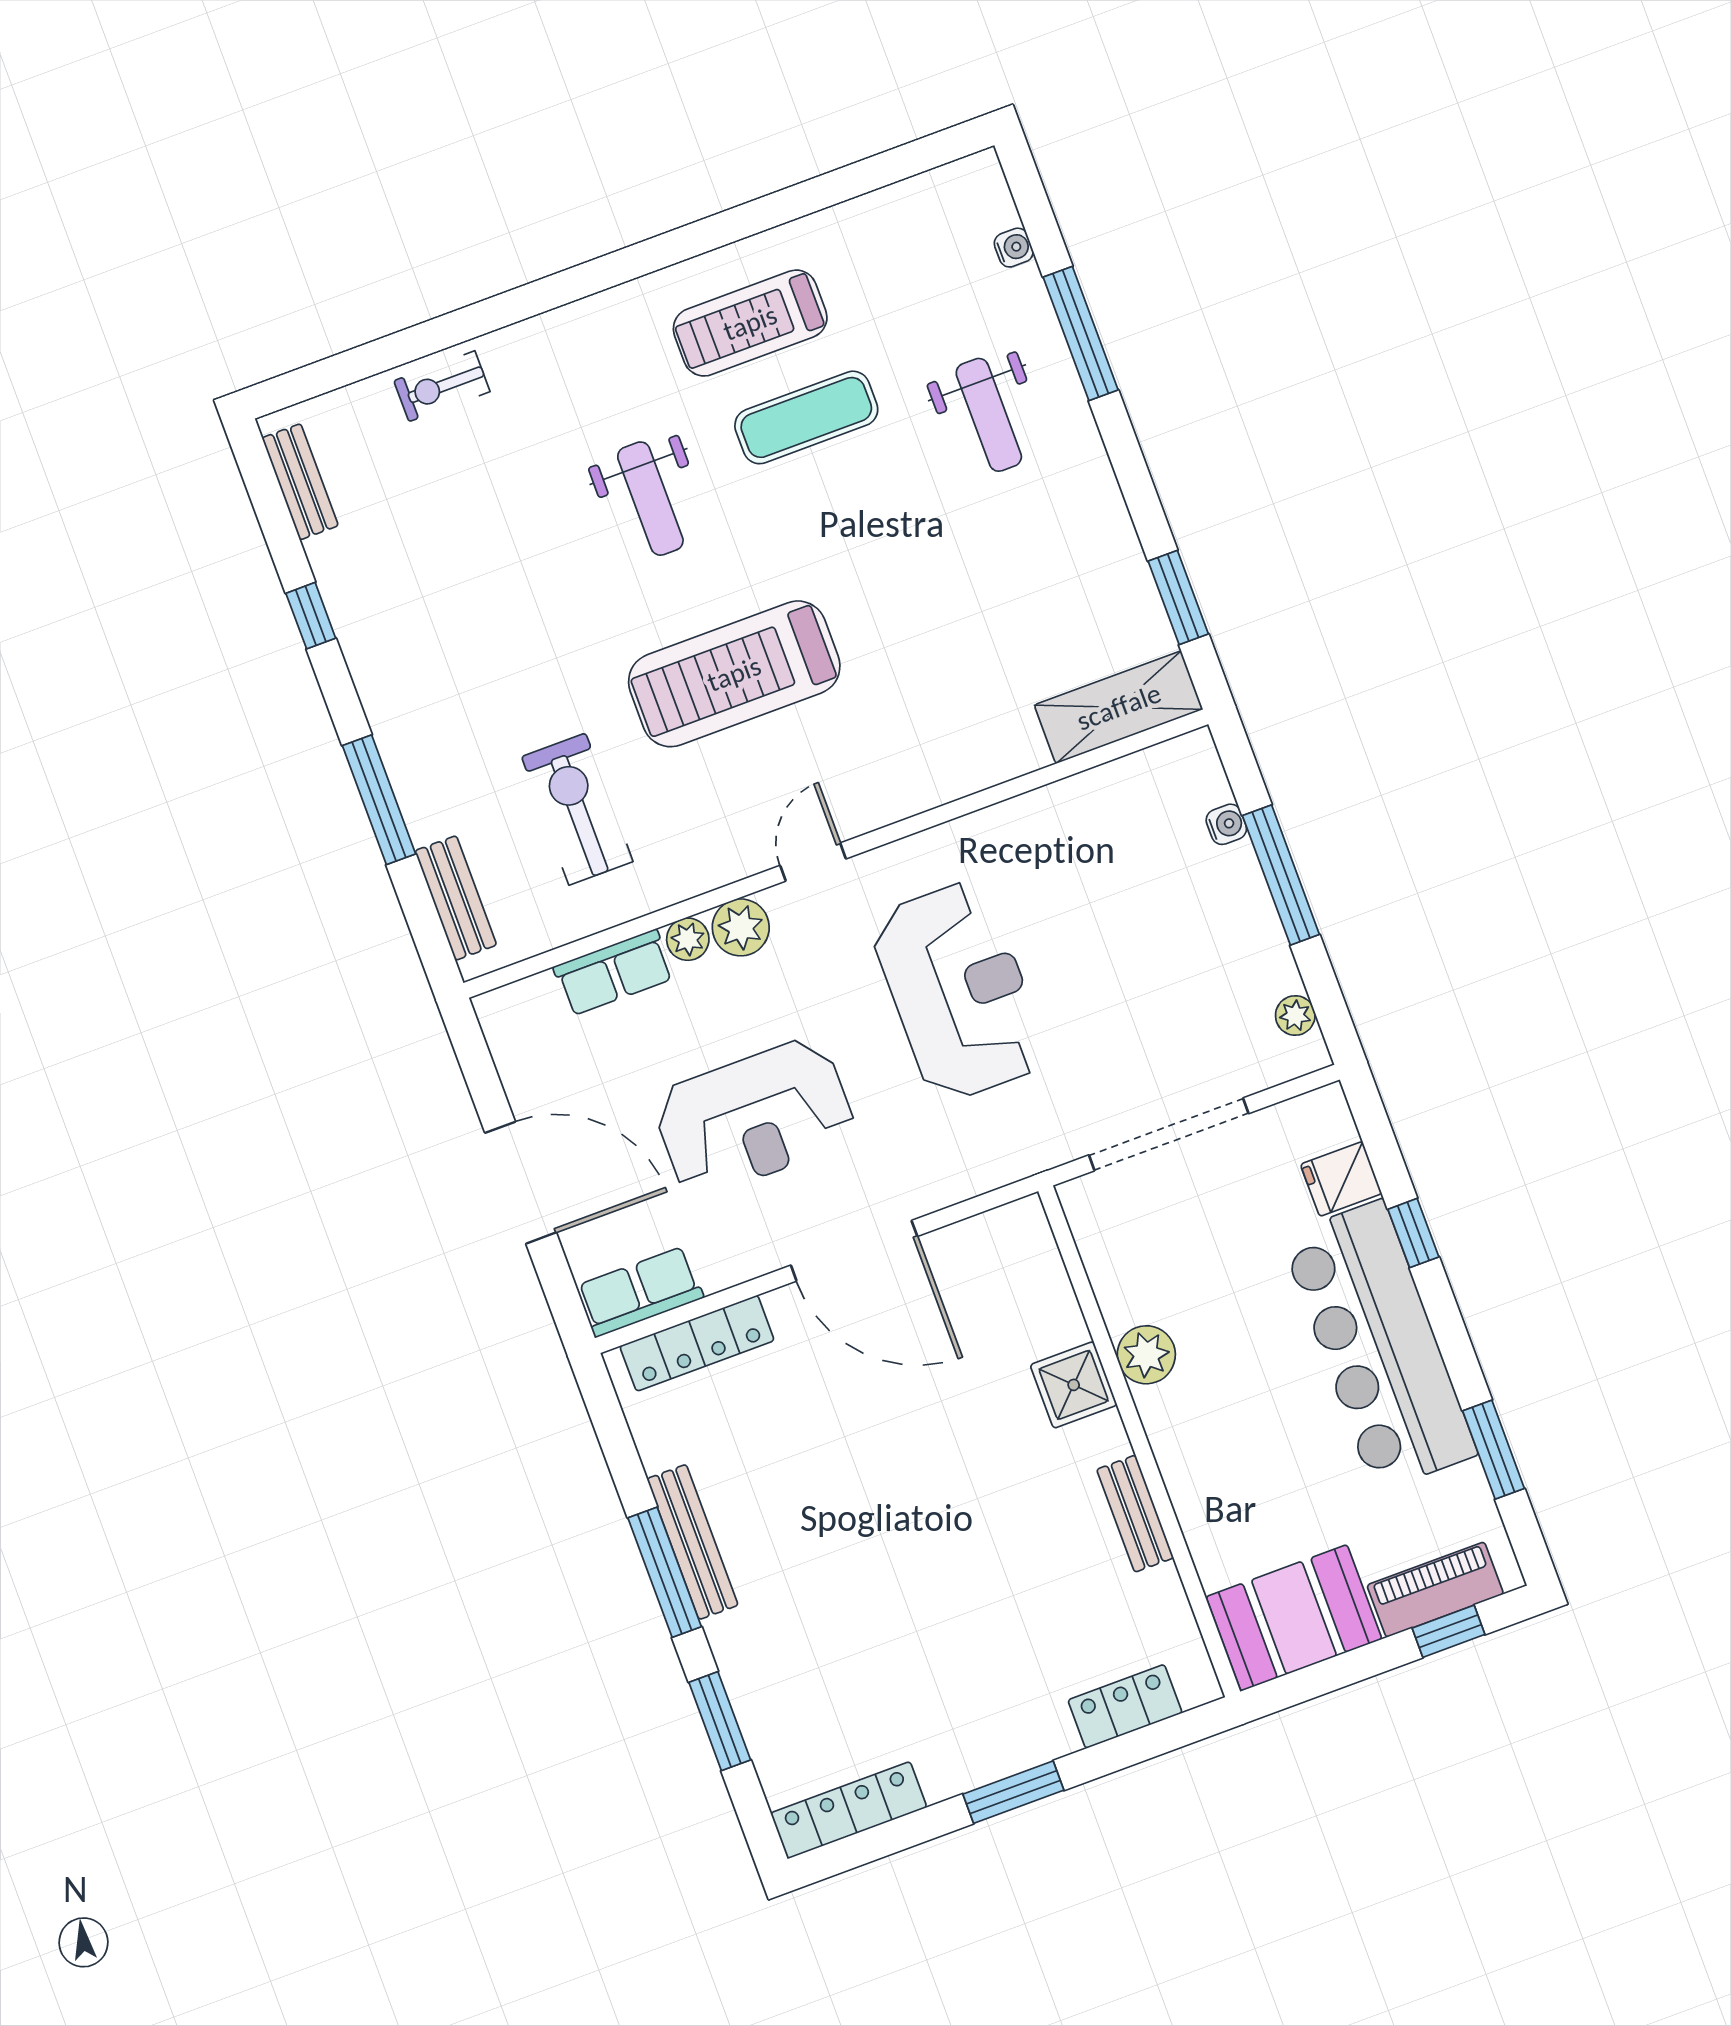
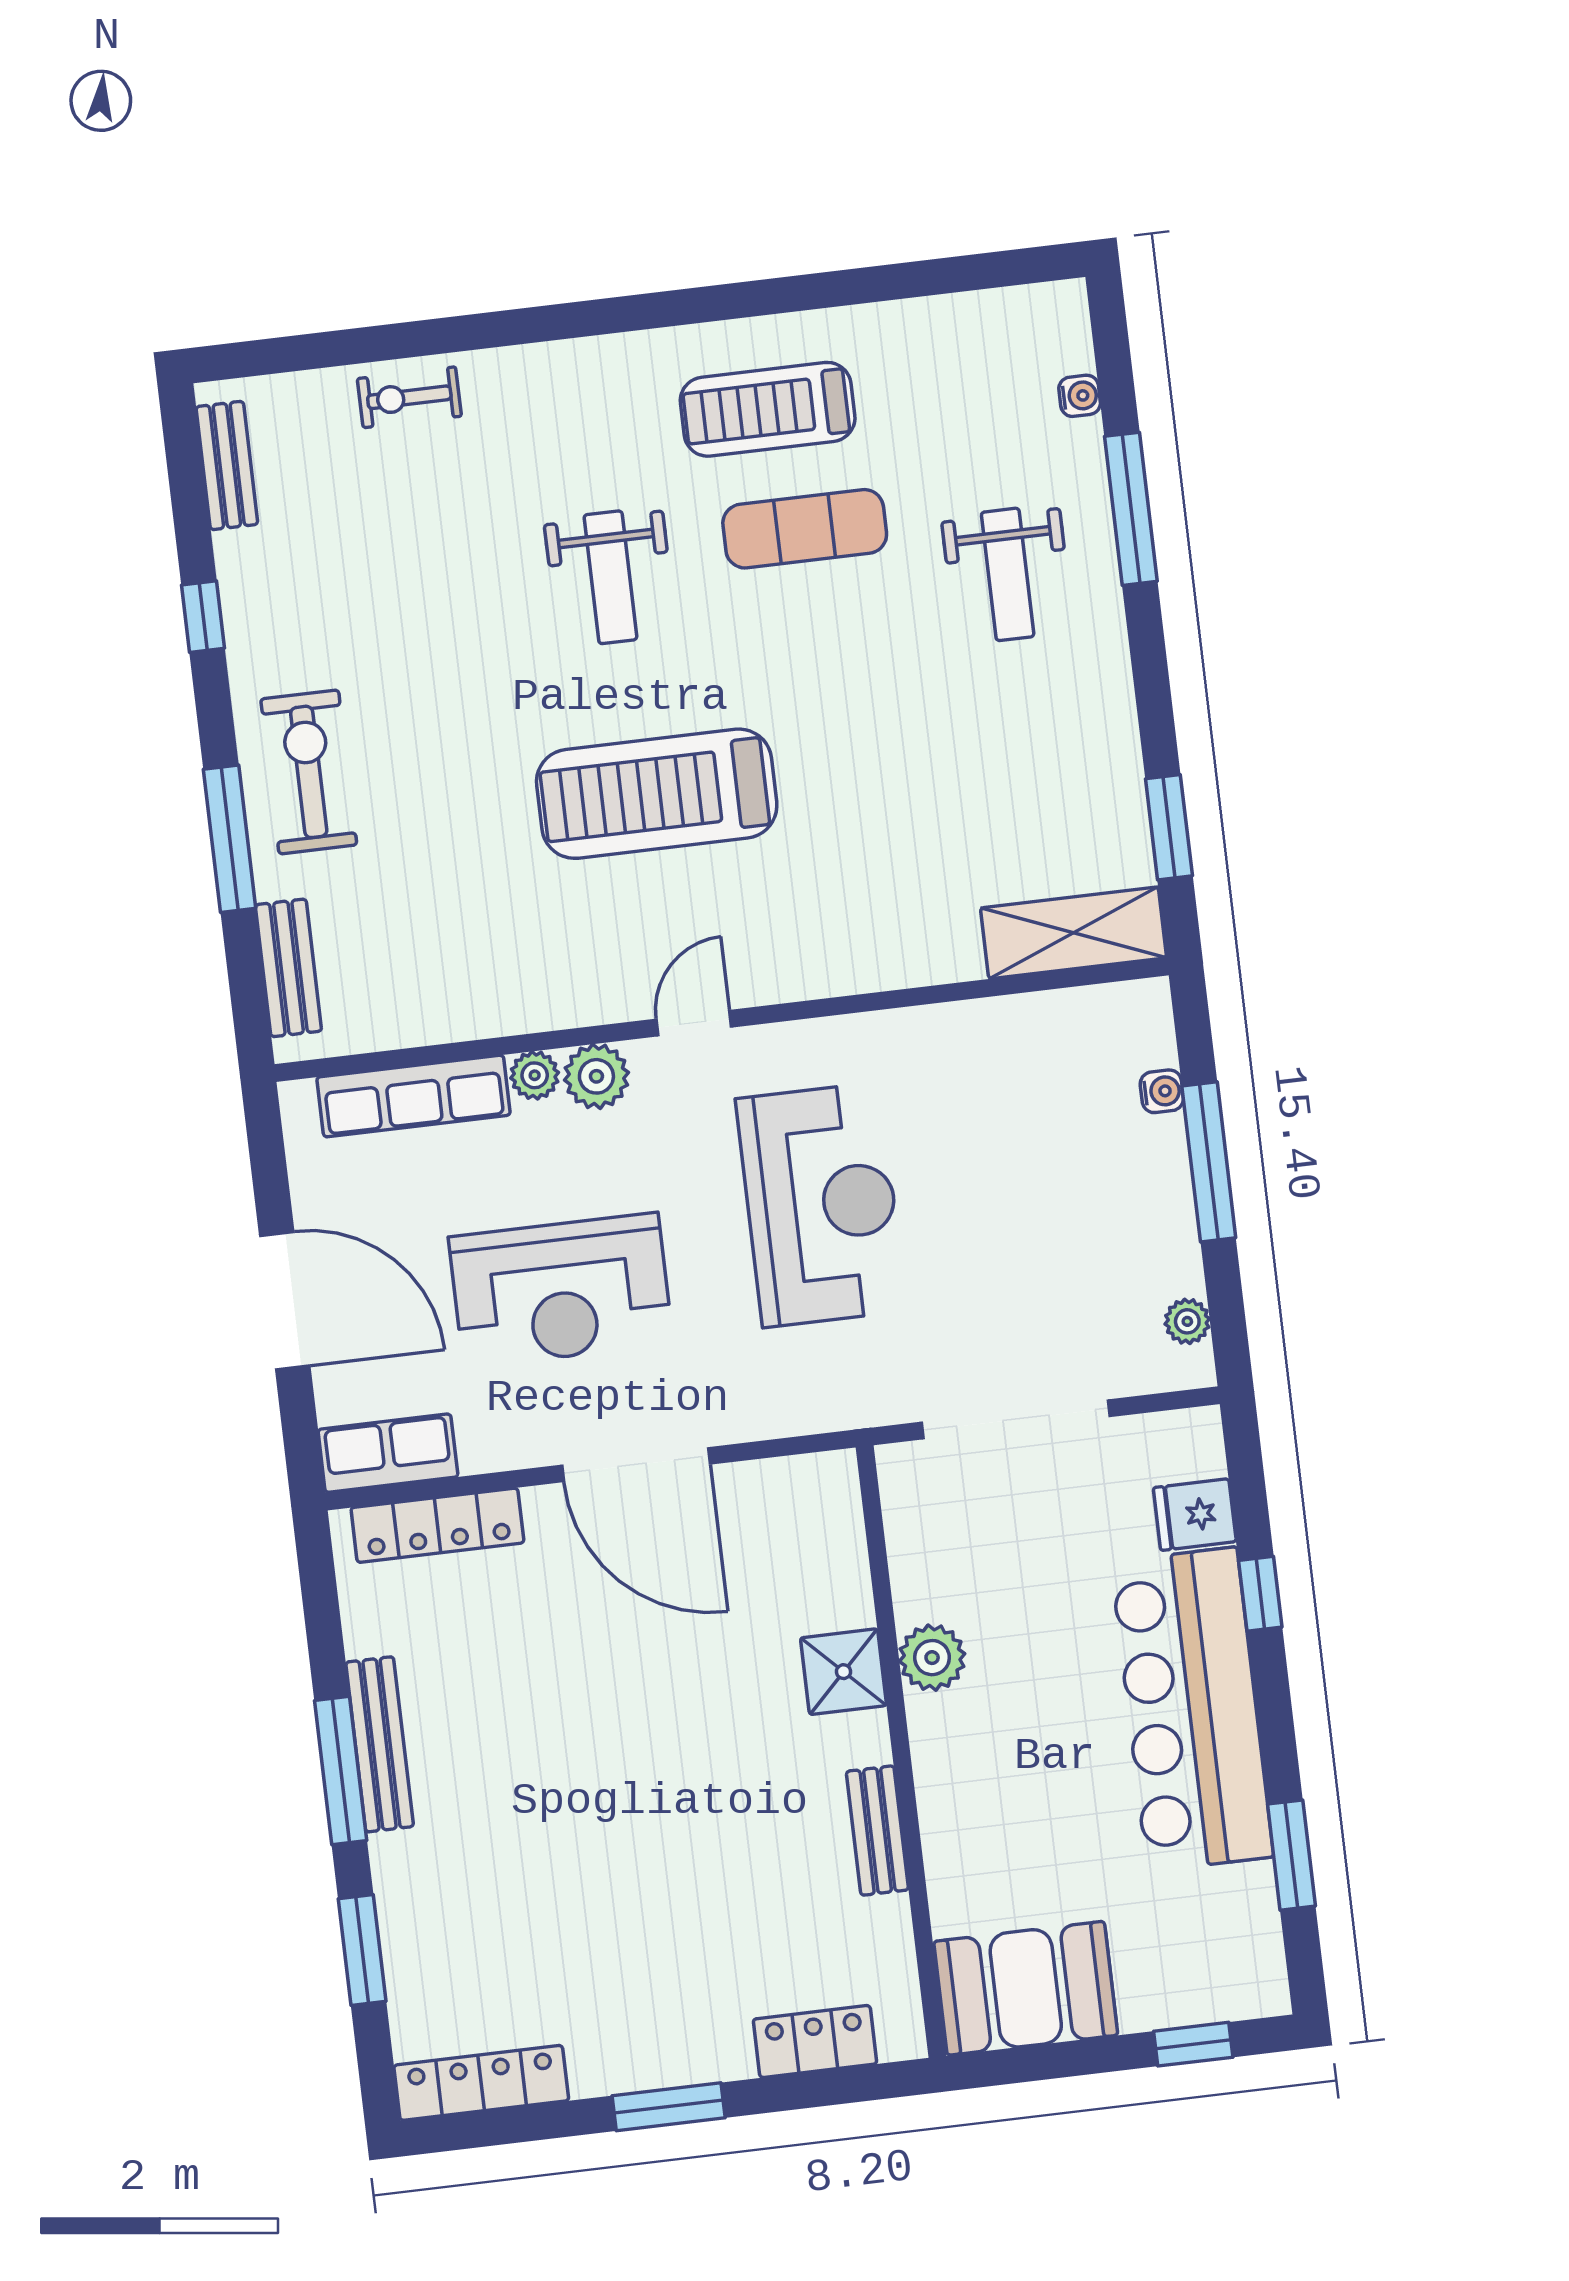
exercise bike: (577, 809) -> (309, 772), moved
row of seats: (614, 973) -> (414, 1096), width x1.48
piano: (1435, 1590) -> (1190, 1995), removed

